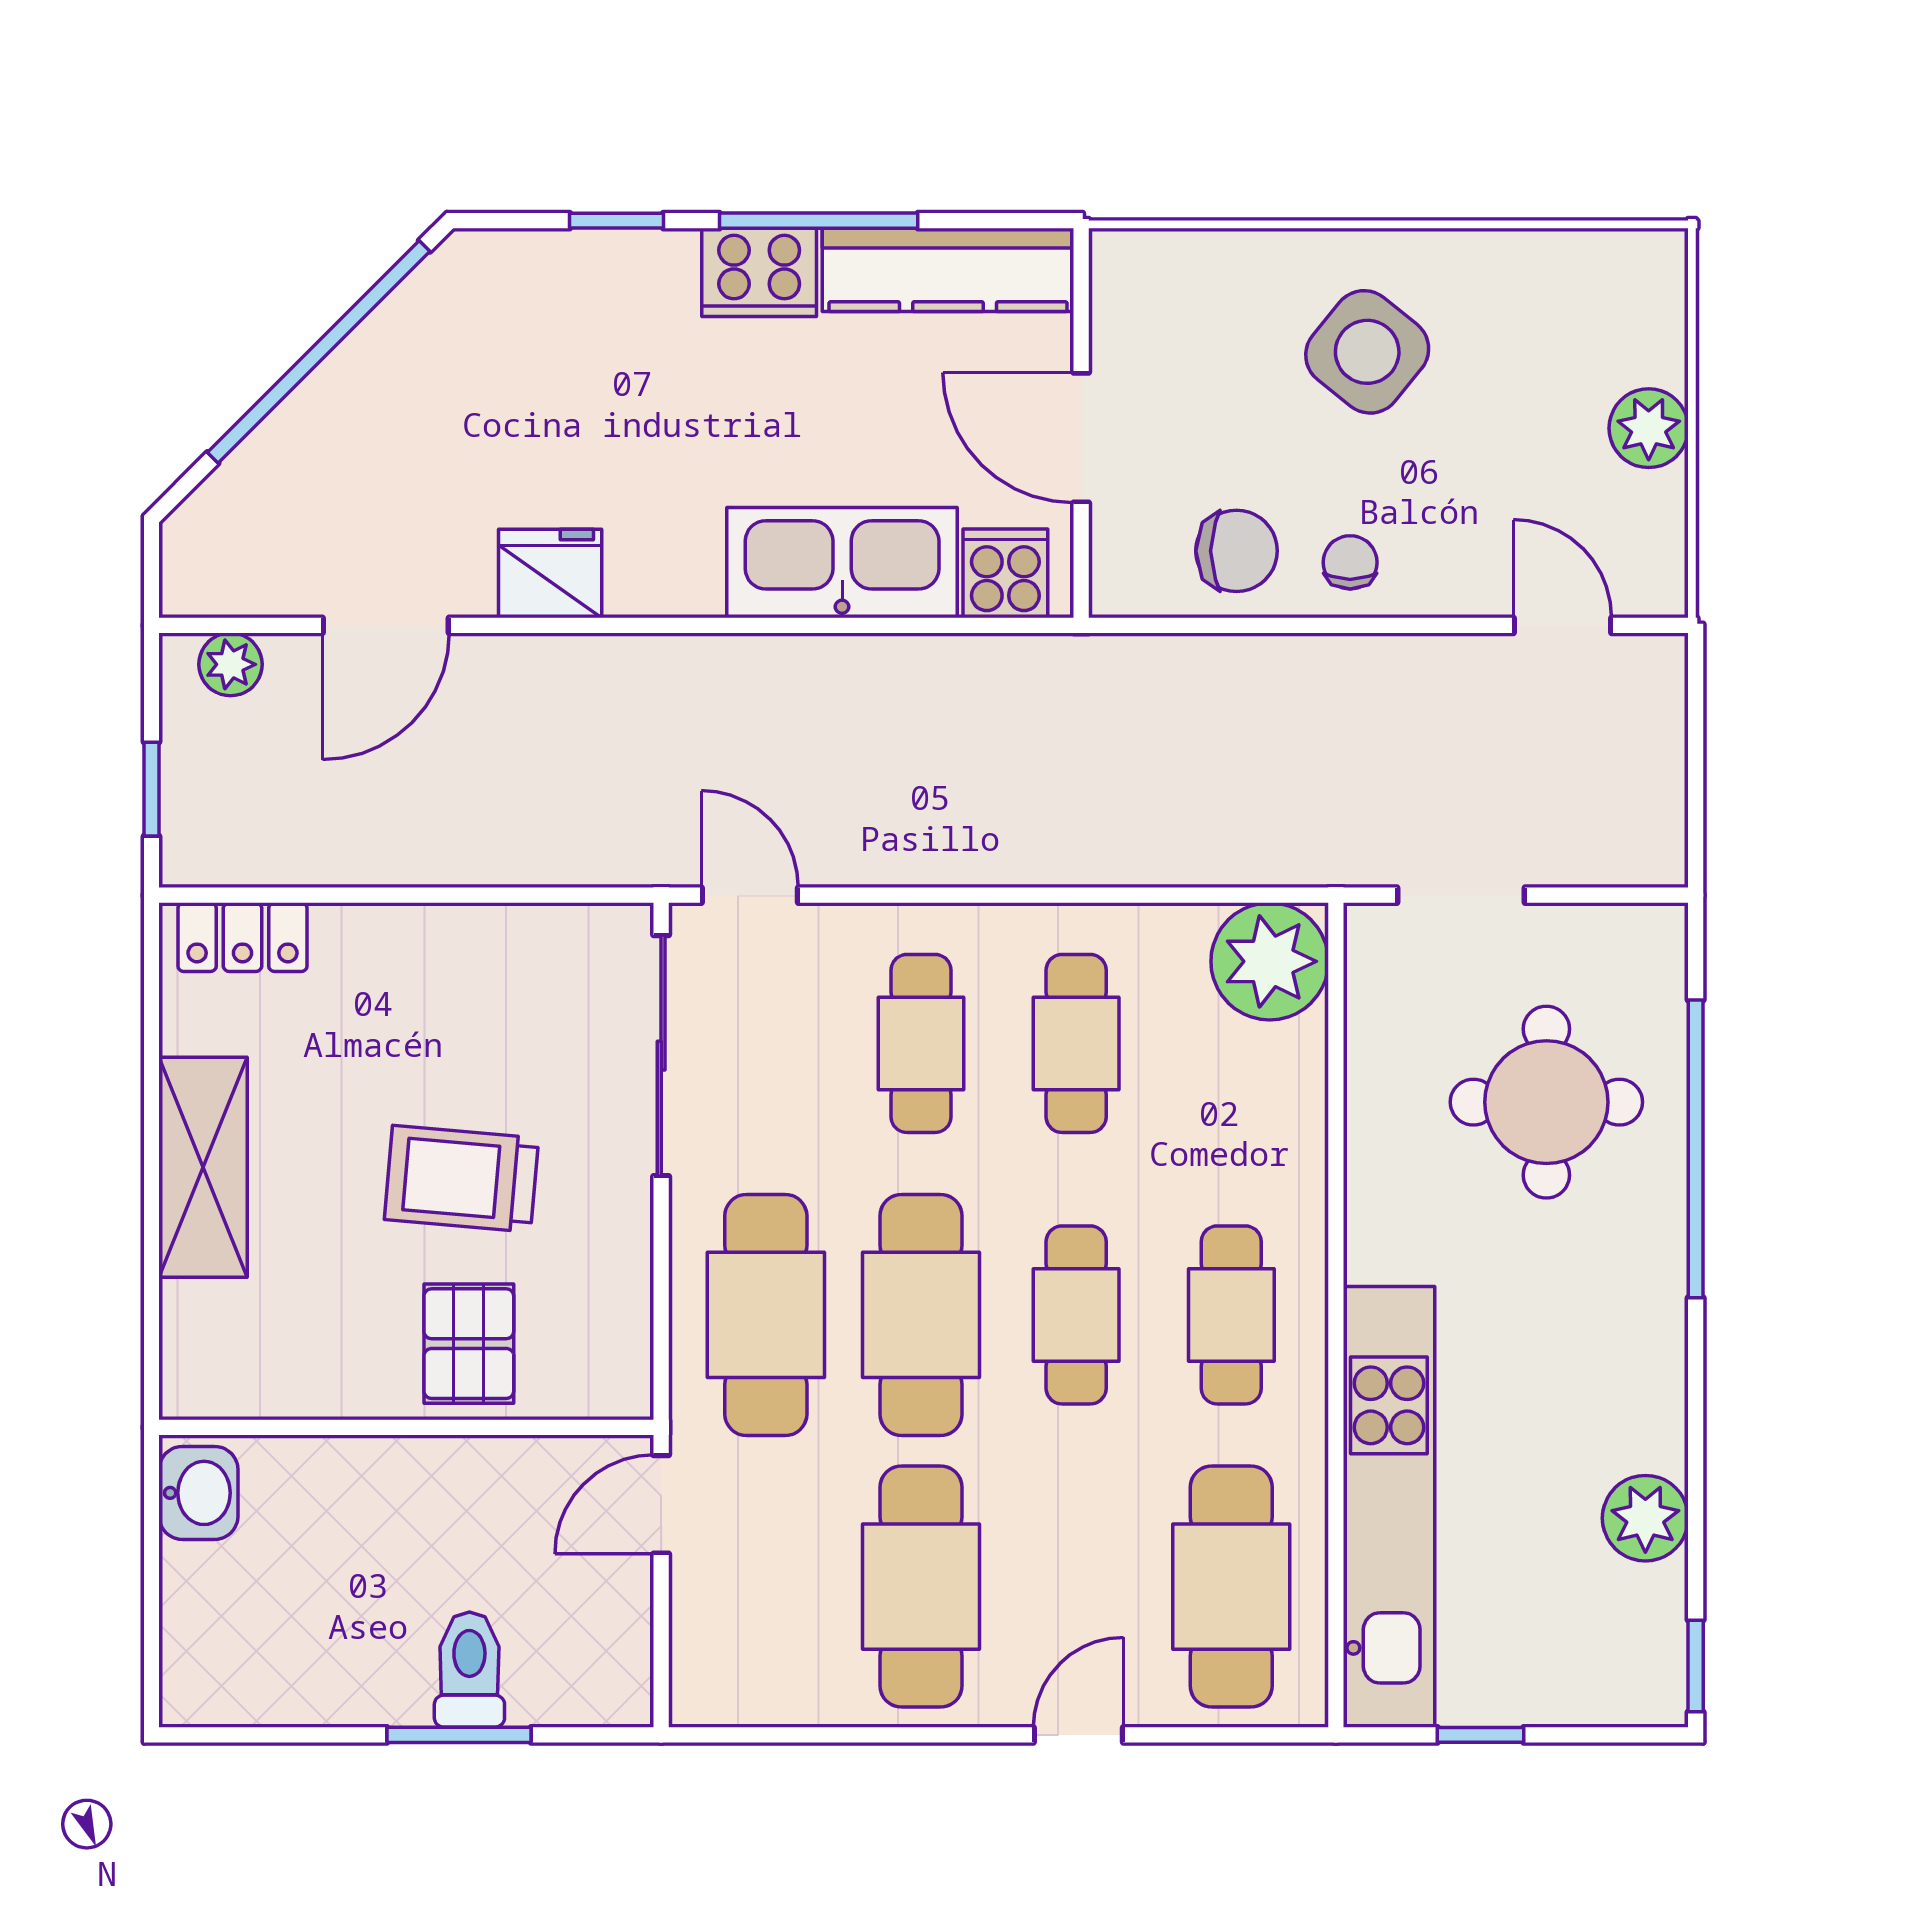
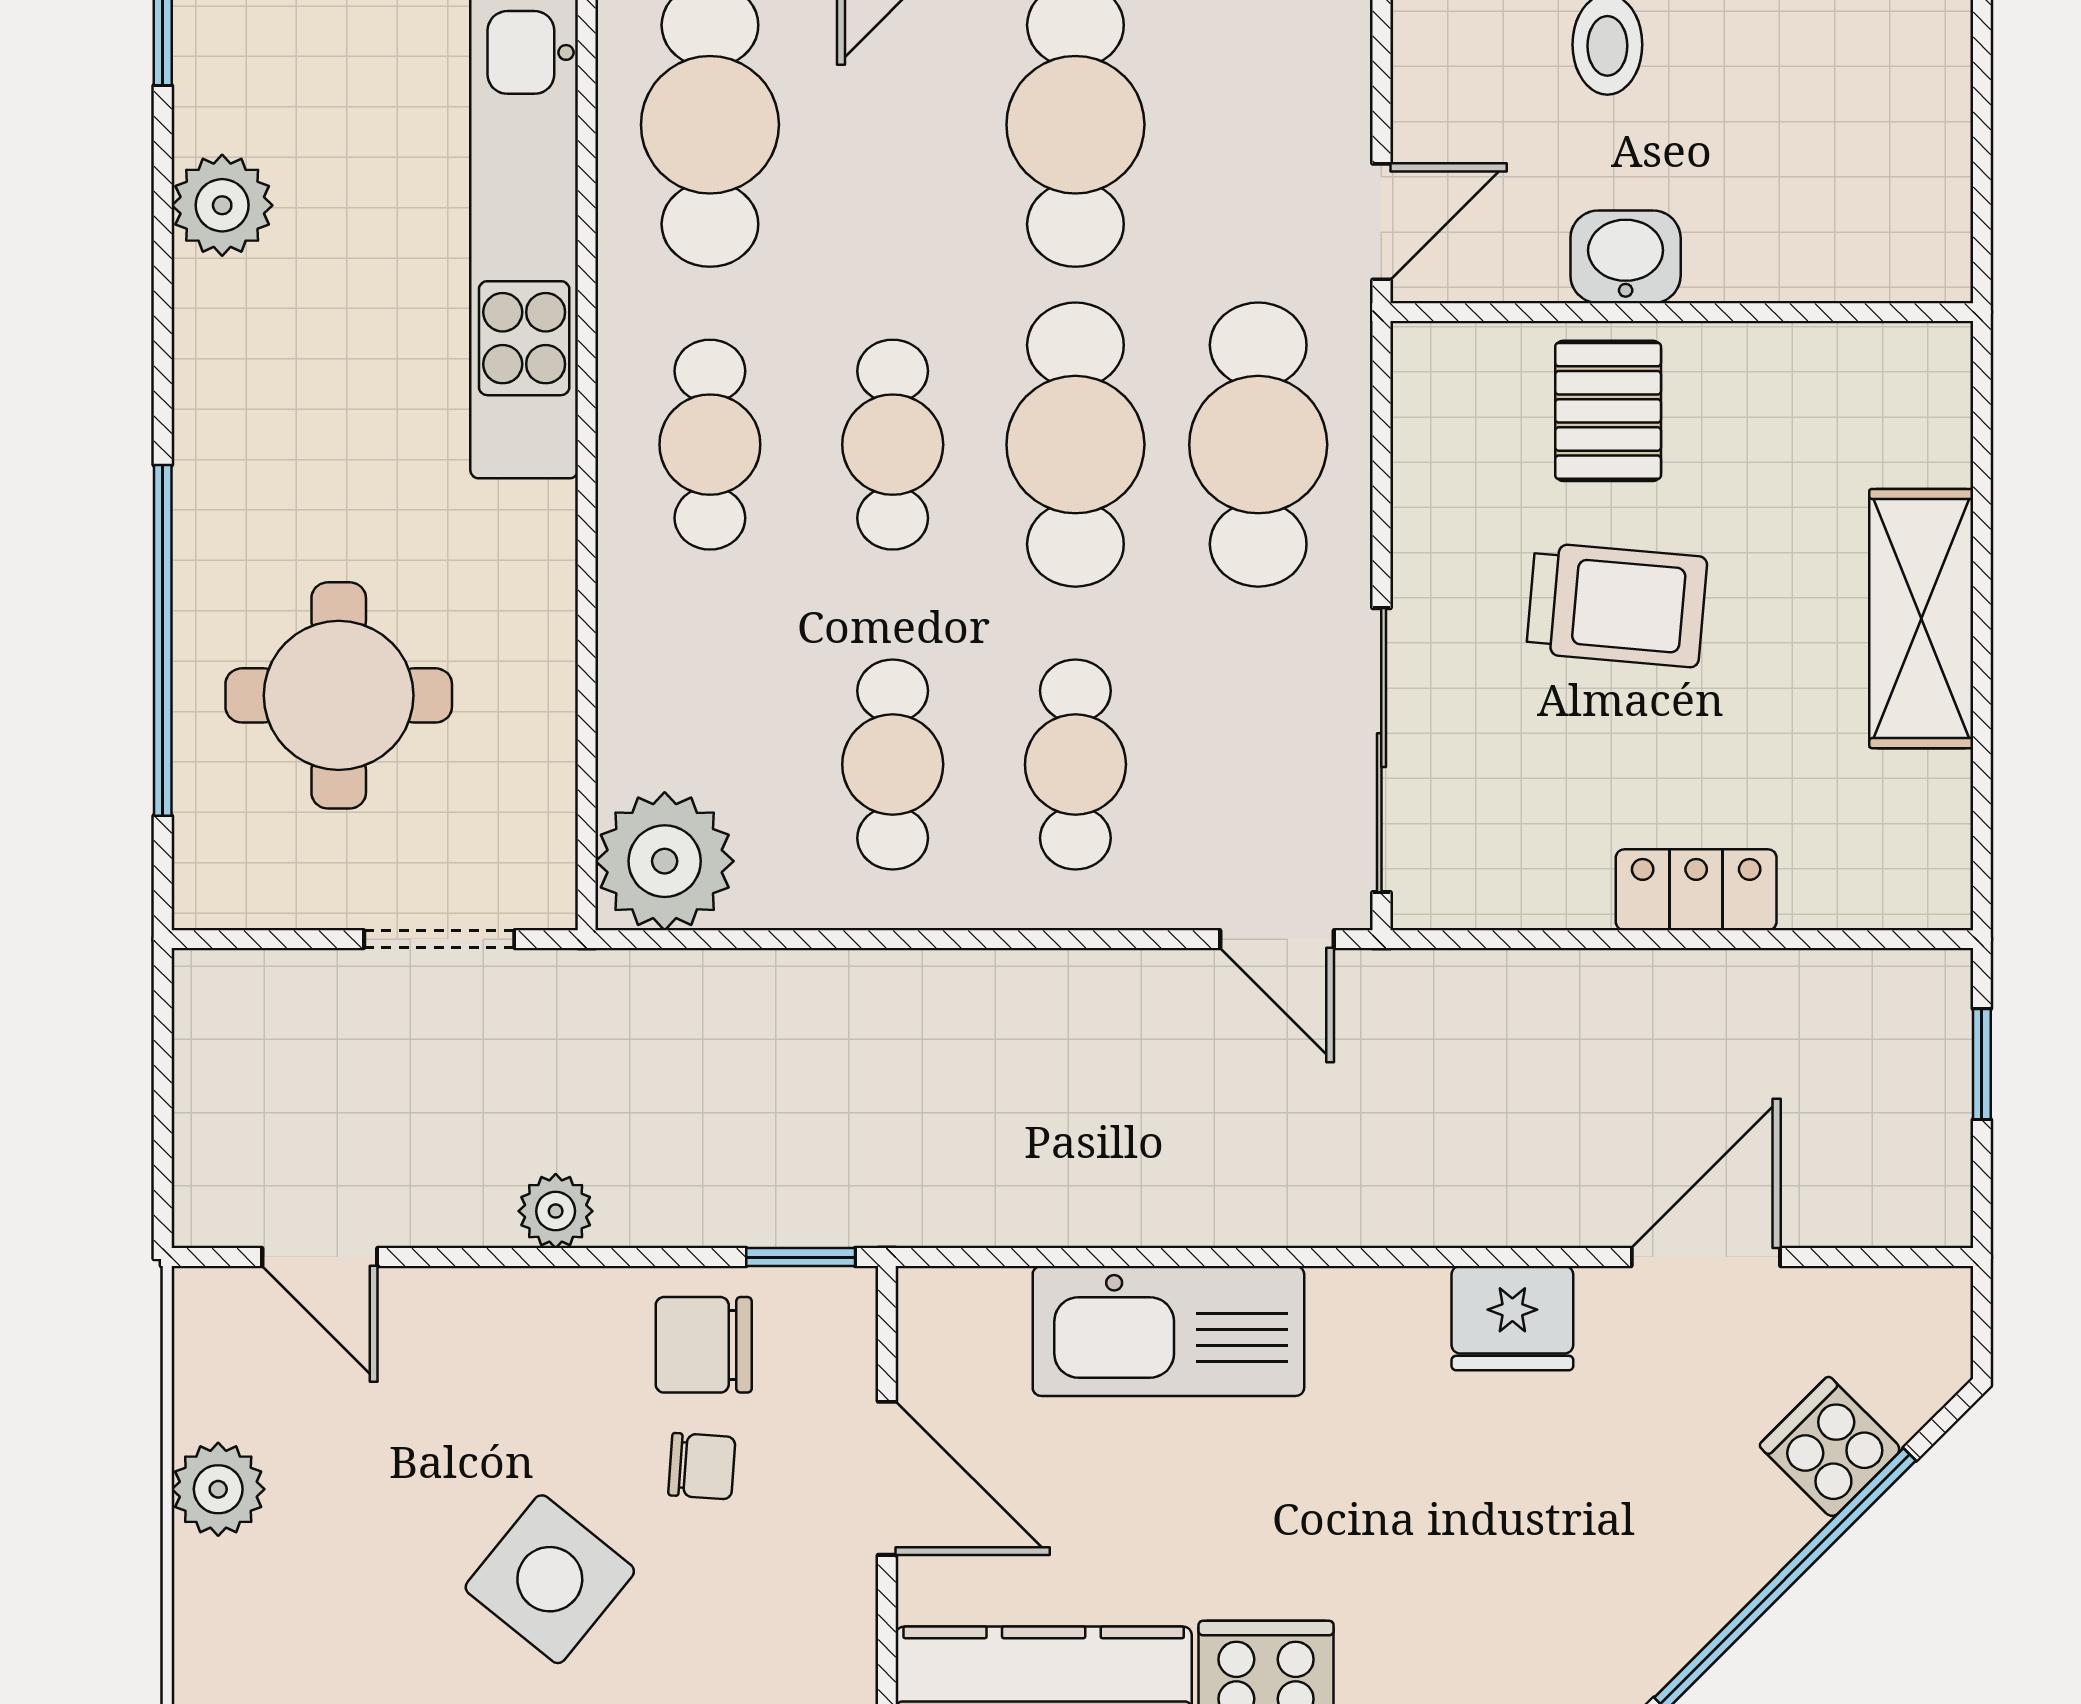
chair: (1350, 562) -> (702, 1466), moved, turned -86
cooker: (1005, 573) -> (1830, 1447), moved, turned 135
window: (1154, 625) -> (801, 1257), added
plant: (230, 664) -> (556, 1211), moved
locker: (242, 937) -> (1696, 890), moved
washbasin: (198, 1493) -> (1626, 257), moved, turned 90

